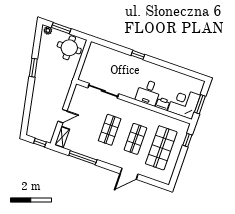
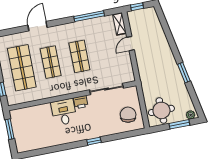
chair: (98, 60) -> (128, 115), added
corner desk: (184, 103) -> (25, 121), removed
printer: (163, 104) -> (81, 102), moved

